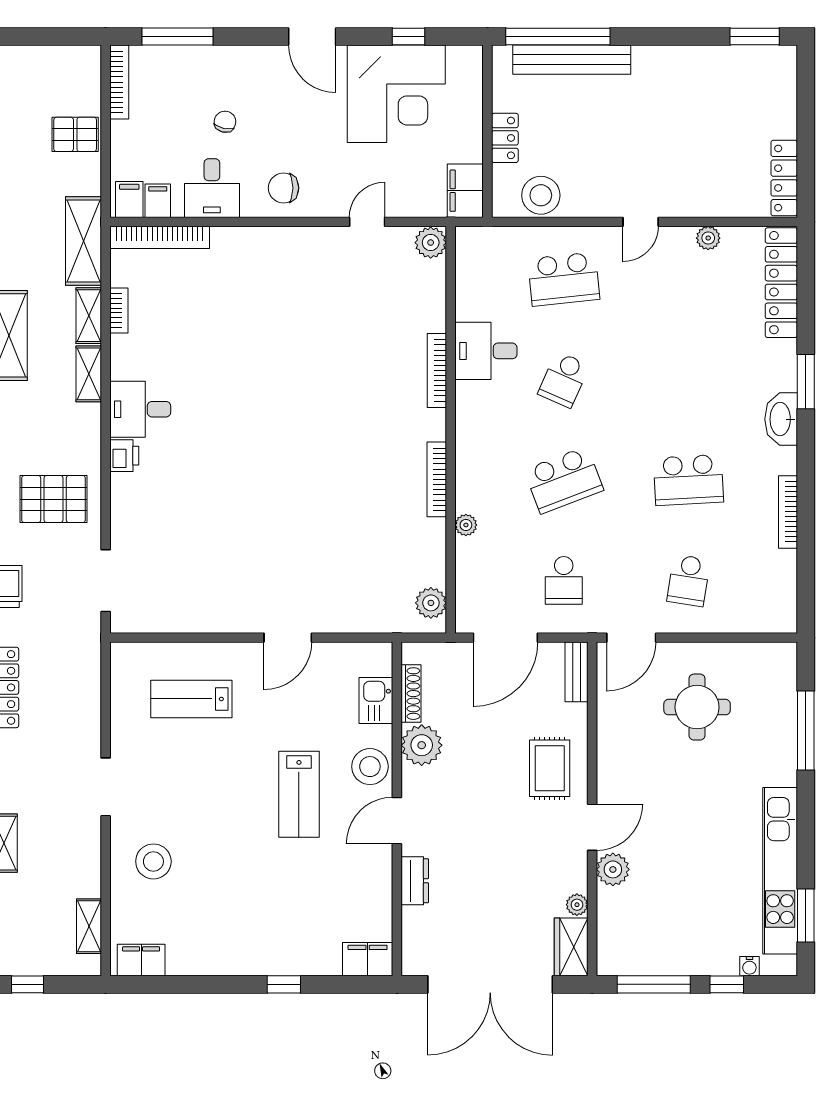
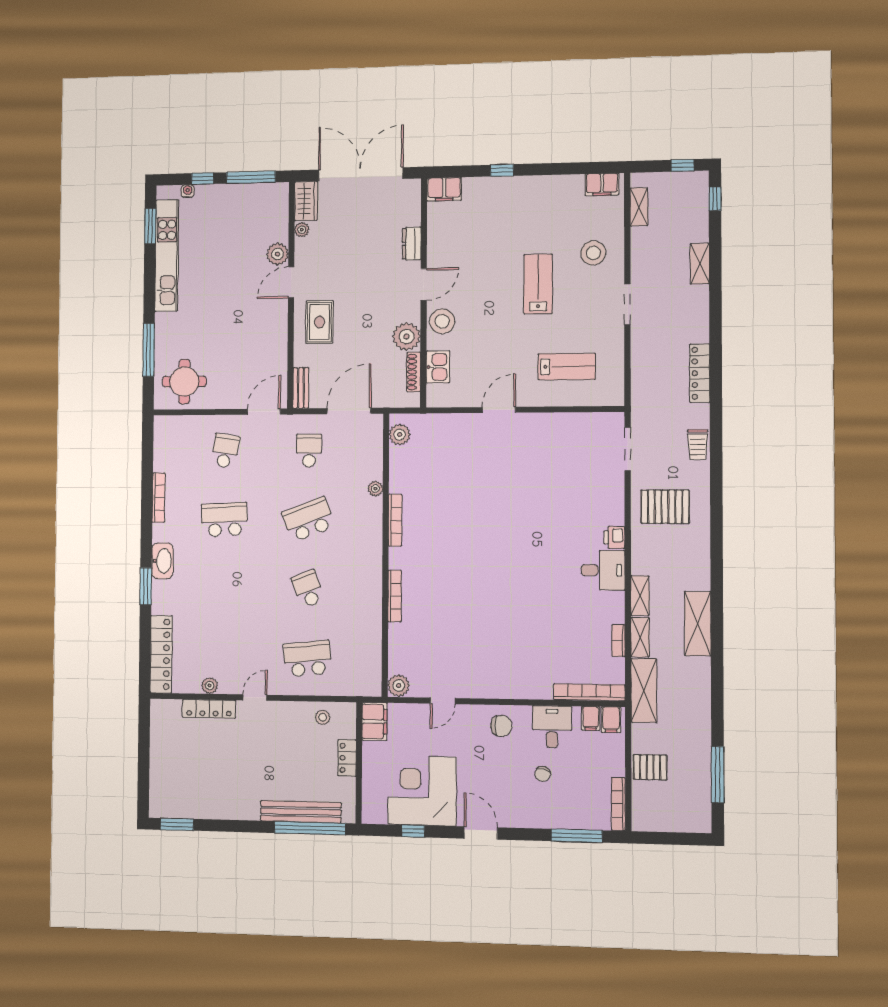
locker: (784, 178) -> (209, 709), moved, turned 90
stool: (541, 195) -> (323, 717), width x0.53, depth x0.53
desk: (486, 351) -> (361, 609), removed
school desk: (564, 380) -> (308, 589), turned -45
round table: (697, 707) -> (184, 382), moved
lab bench: (299, 794) -> (538, 284), moved

